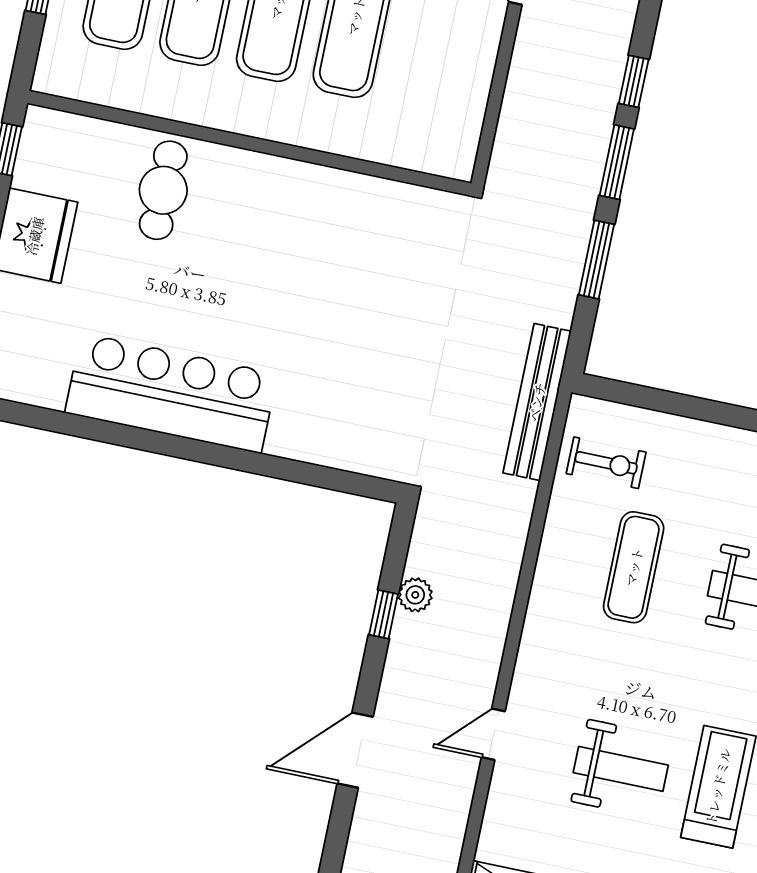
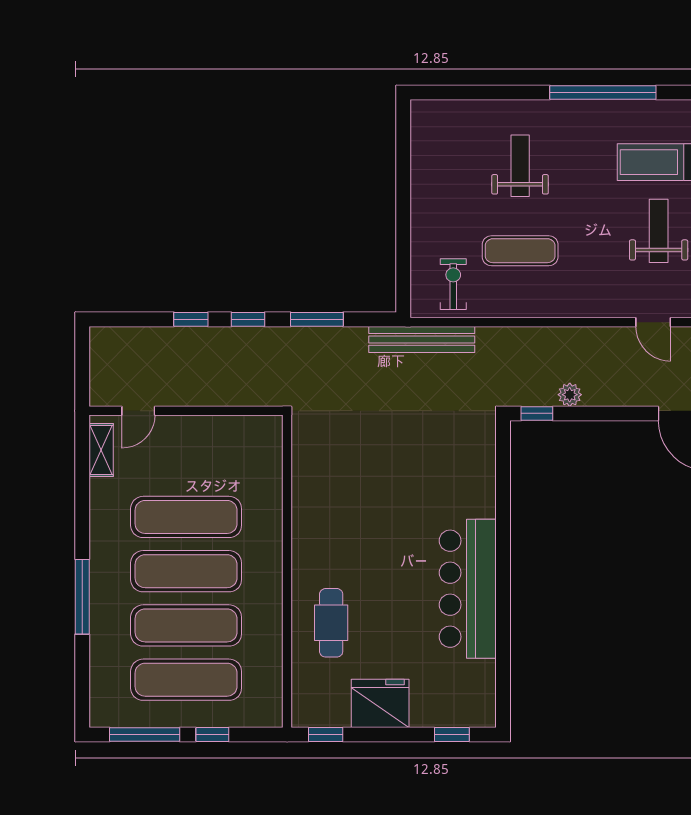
window: (617, 162) -> (248, 319), width x0.67
cafe table: (163, 190) -> (331, 623), turned 90
window: (384, 614) -> (537, 413), moved

